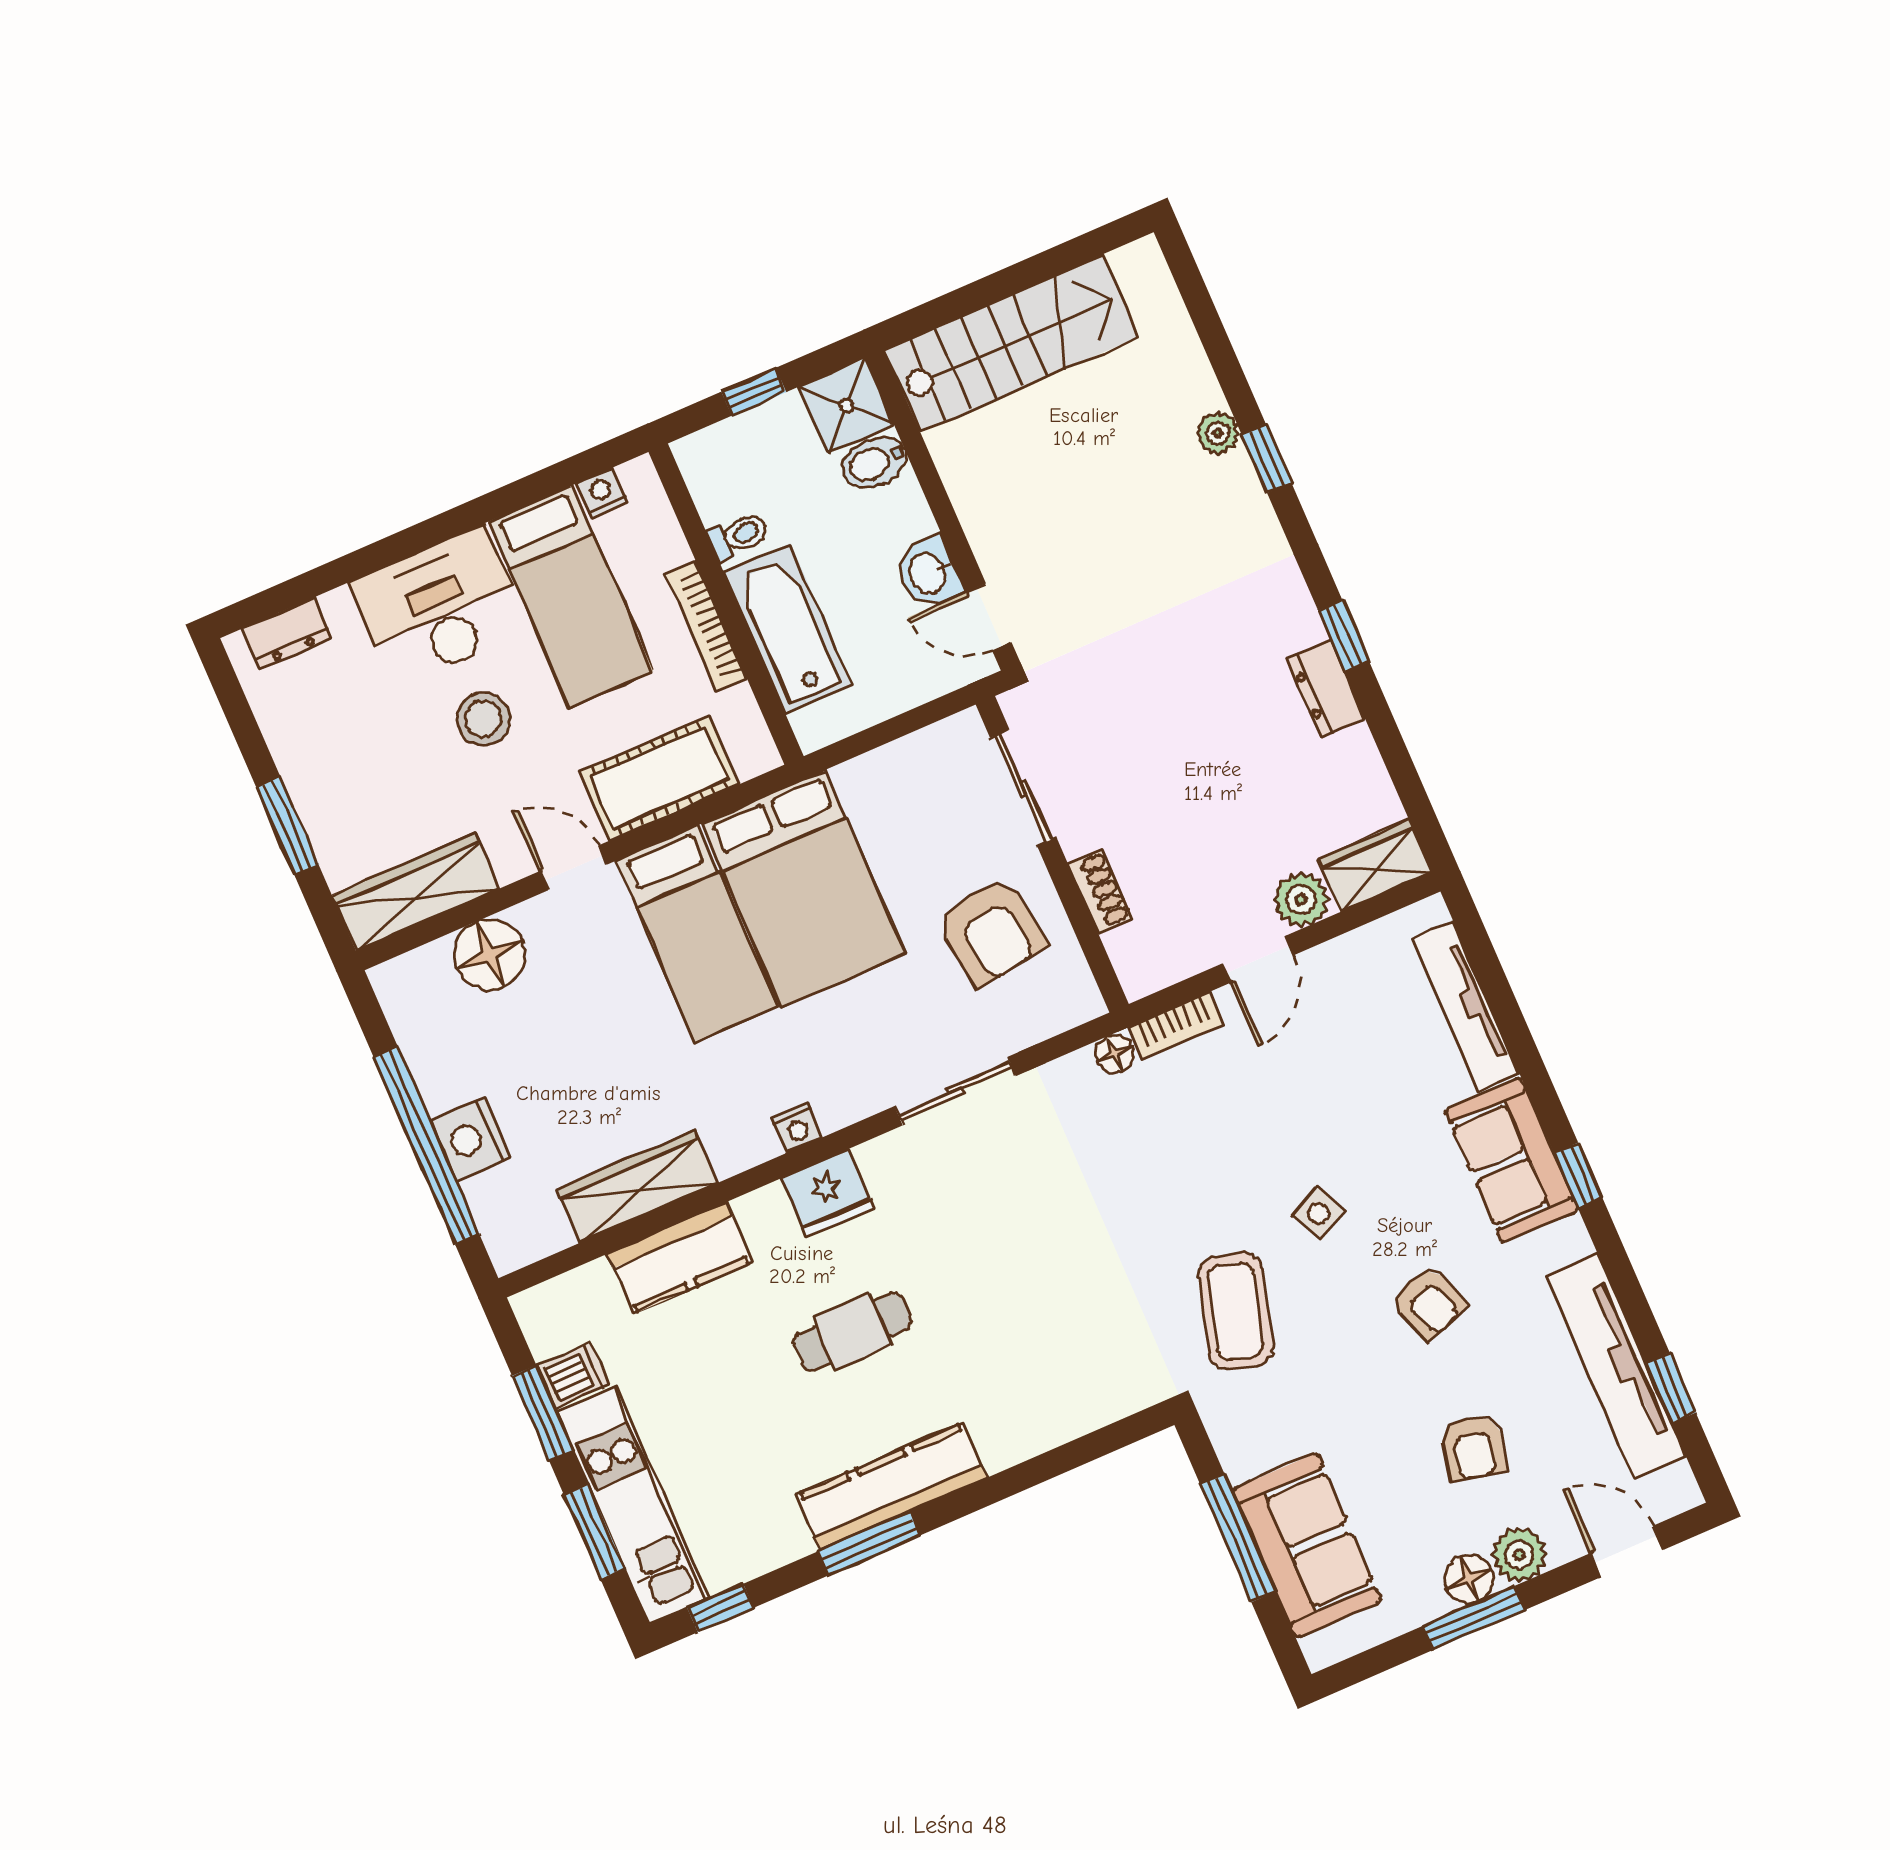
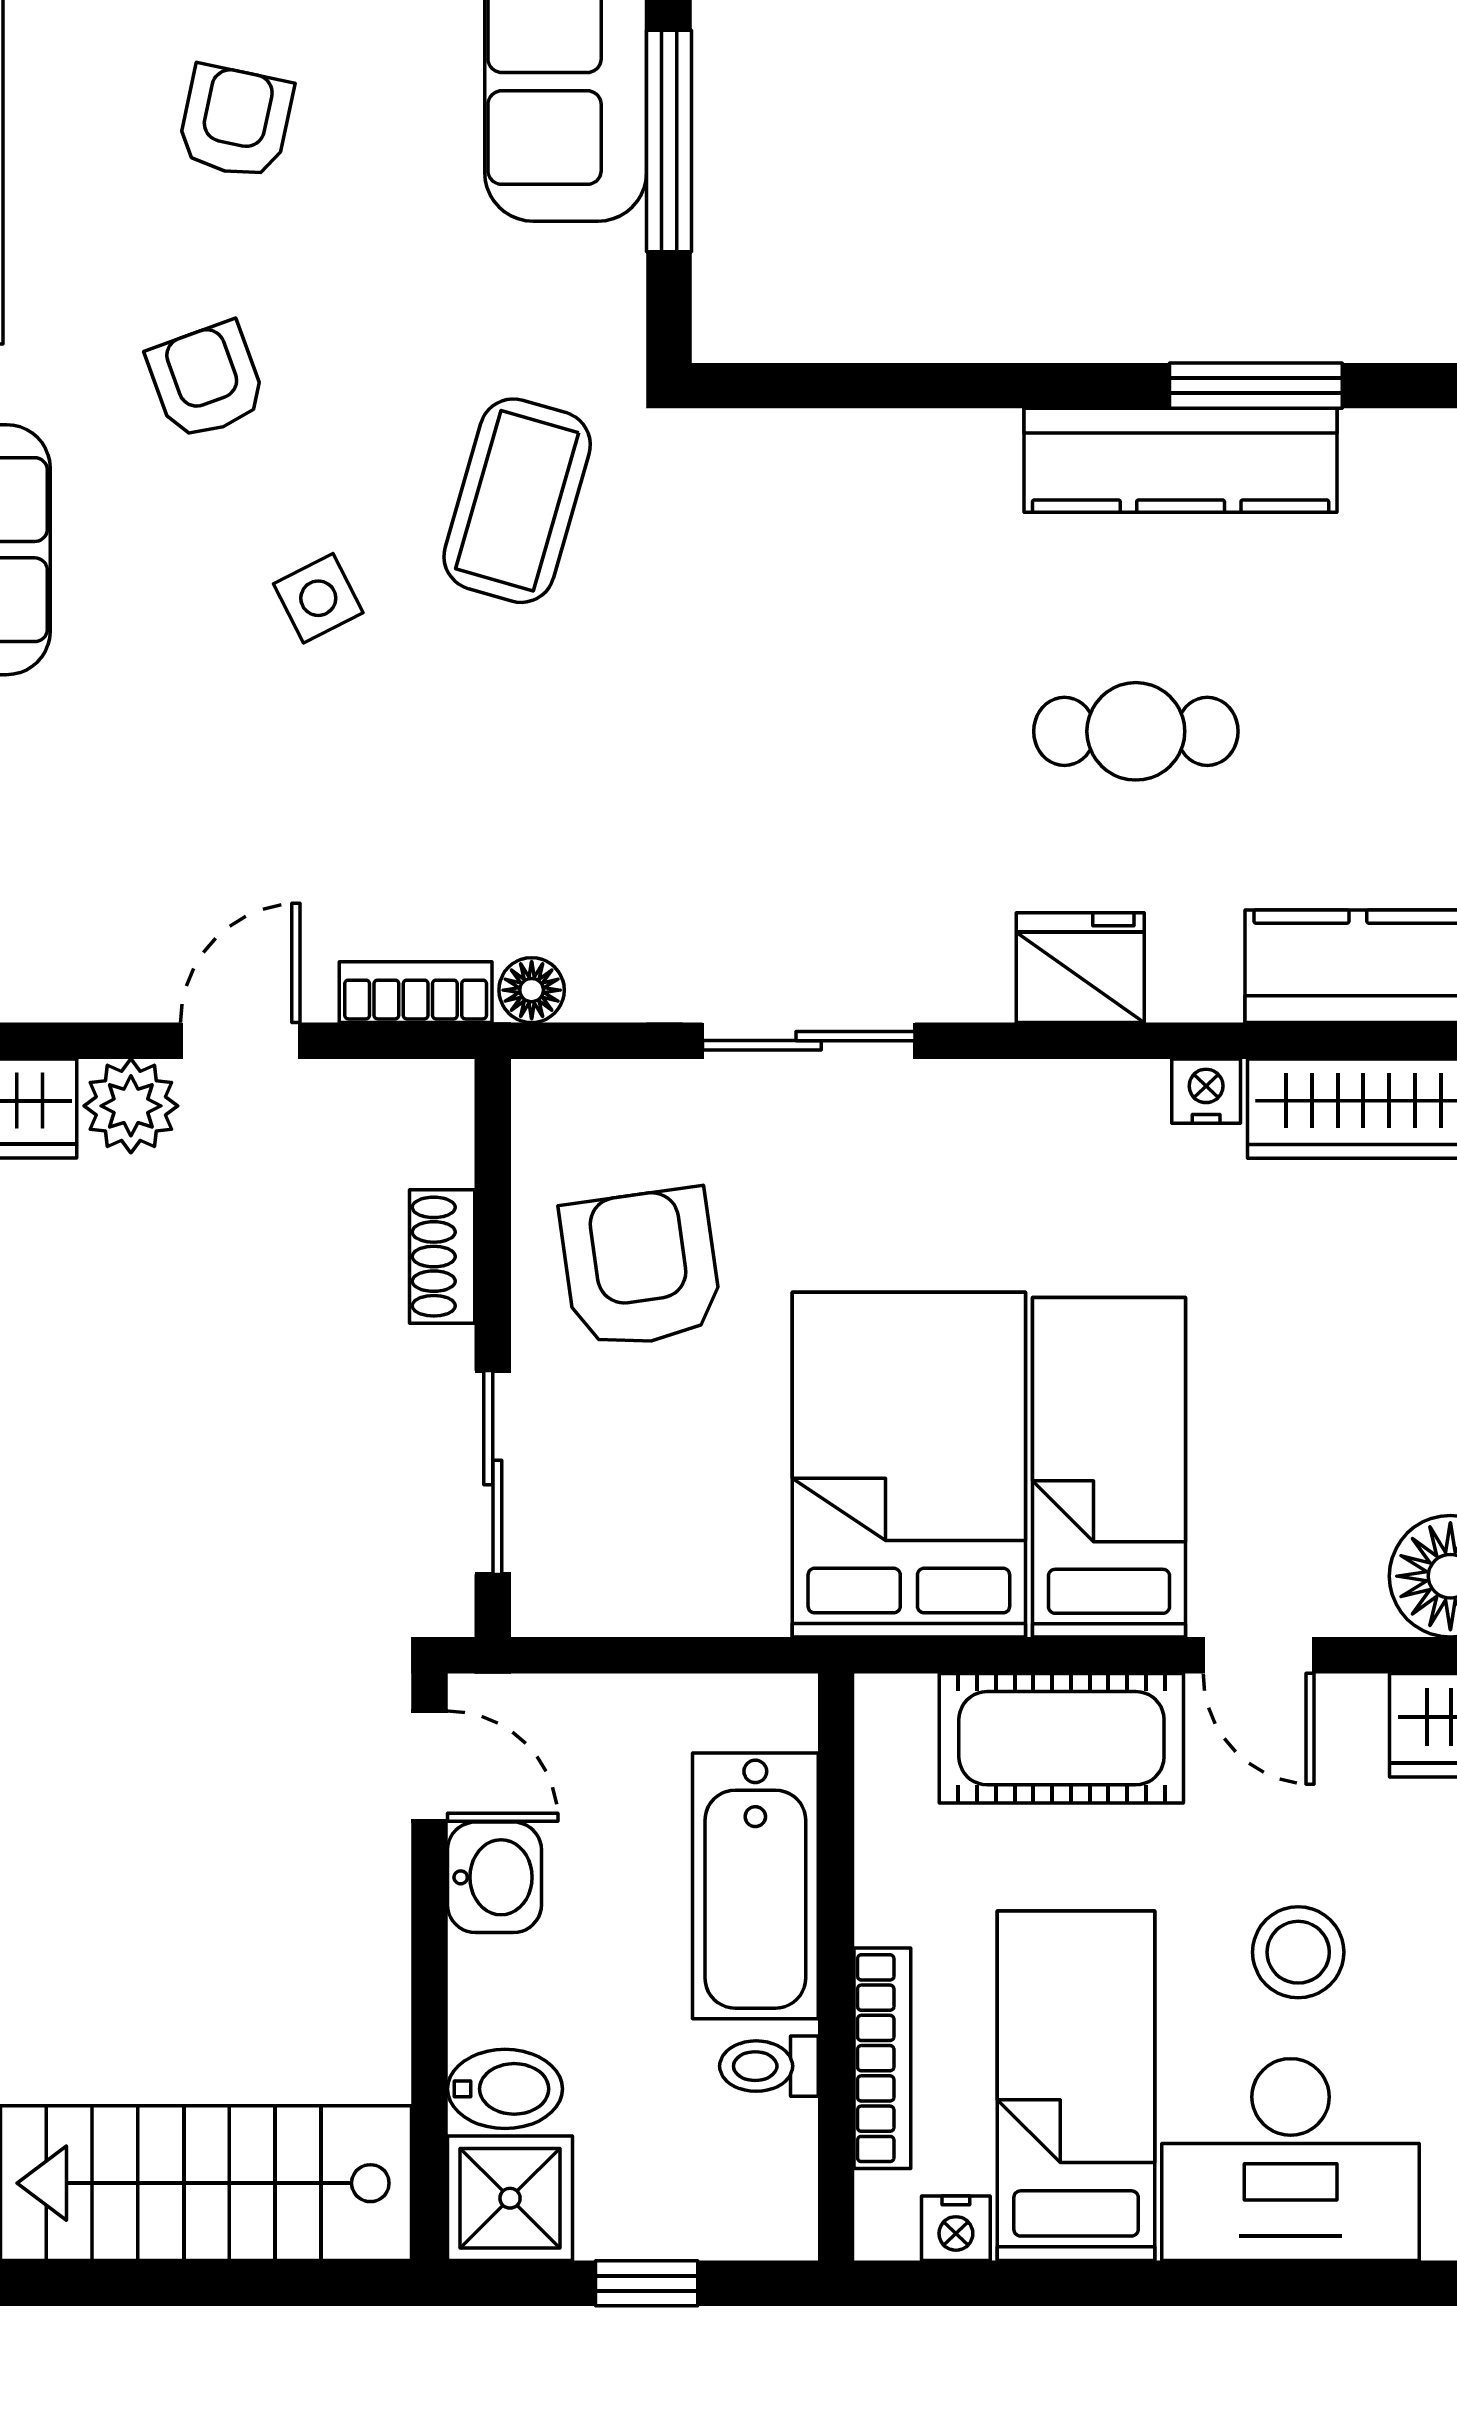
bookcase: (706, 626) -> (882, 2058), moved
nightstand: (797, 1128) -> (1206, 1091), moved

